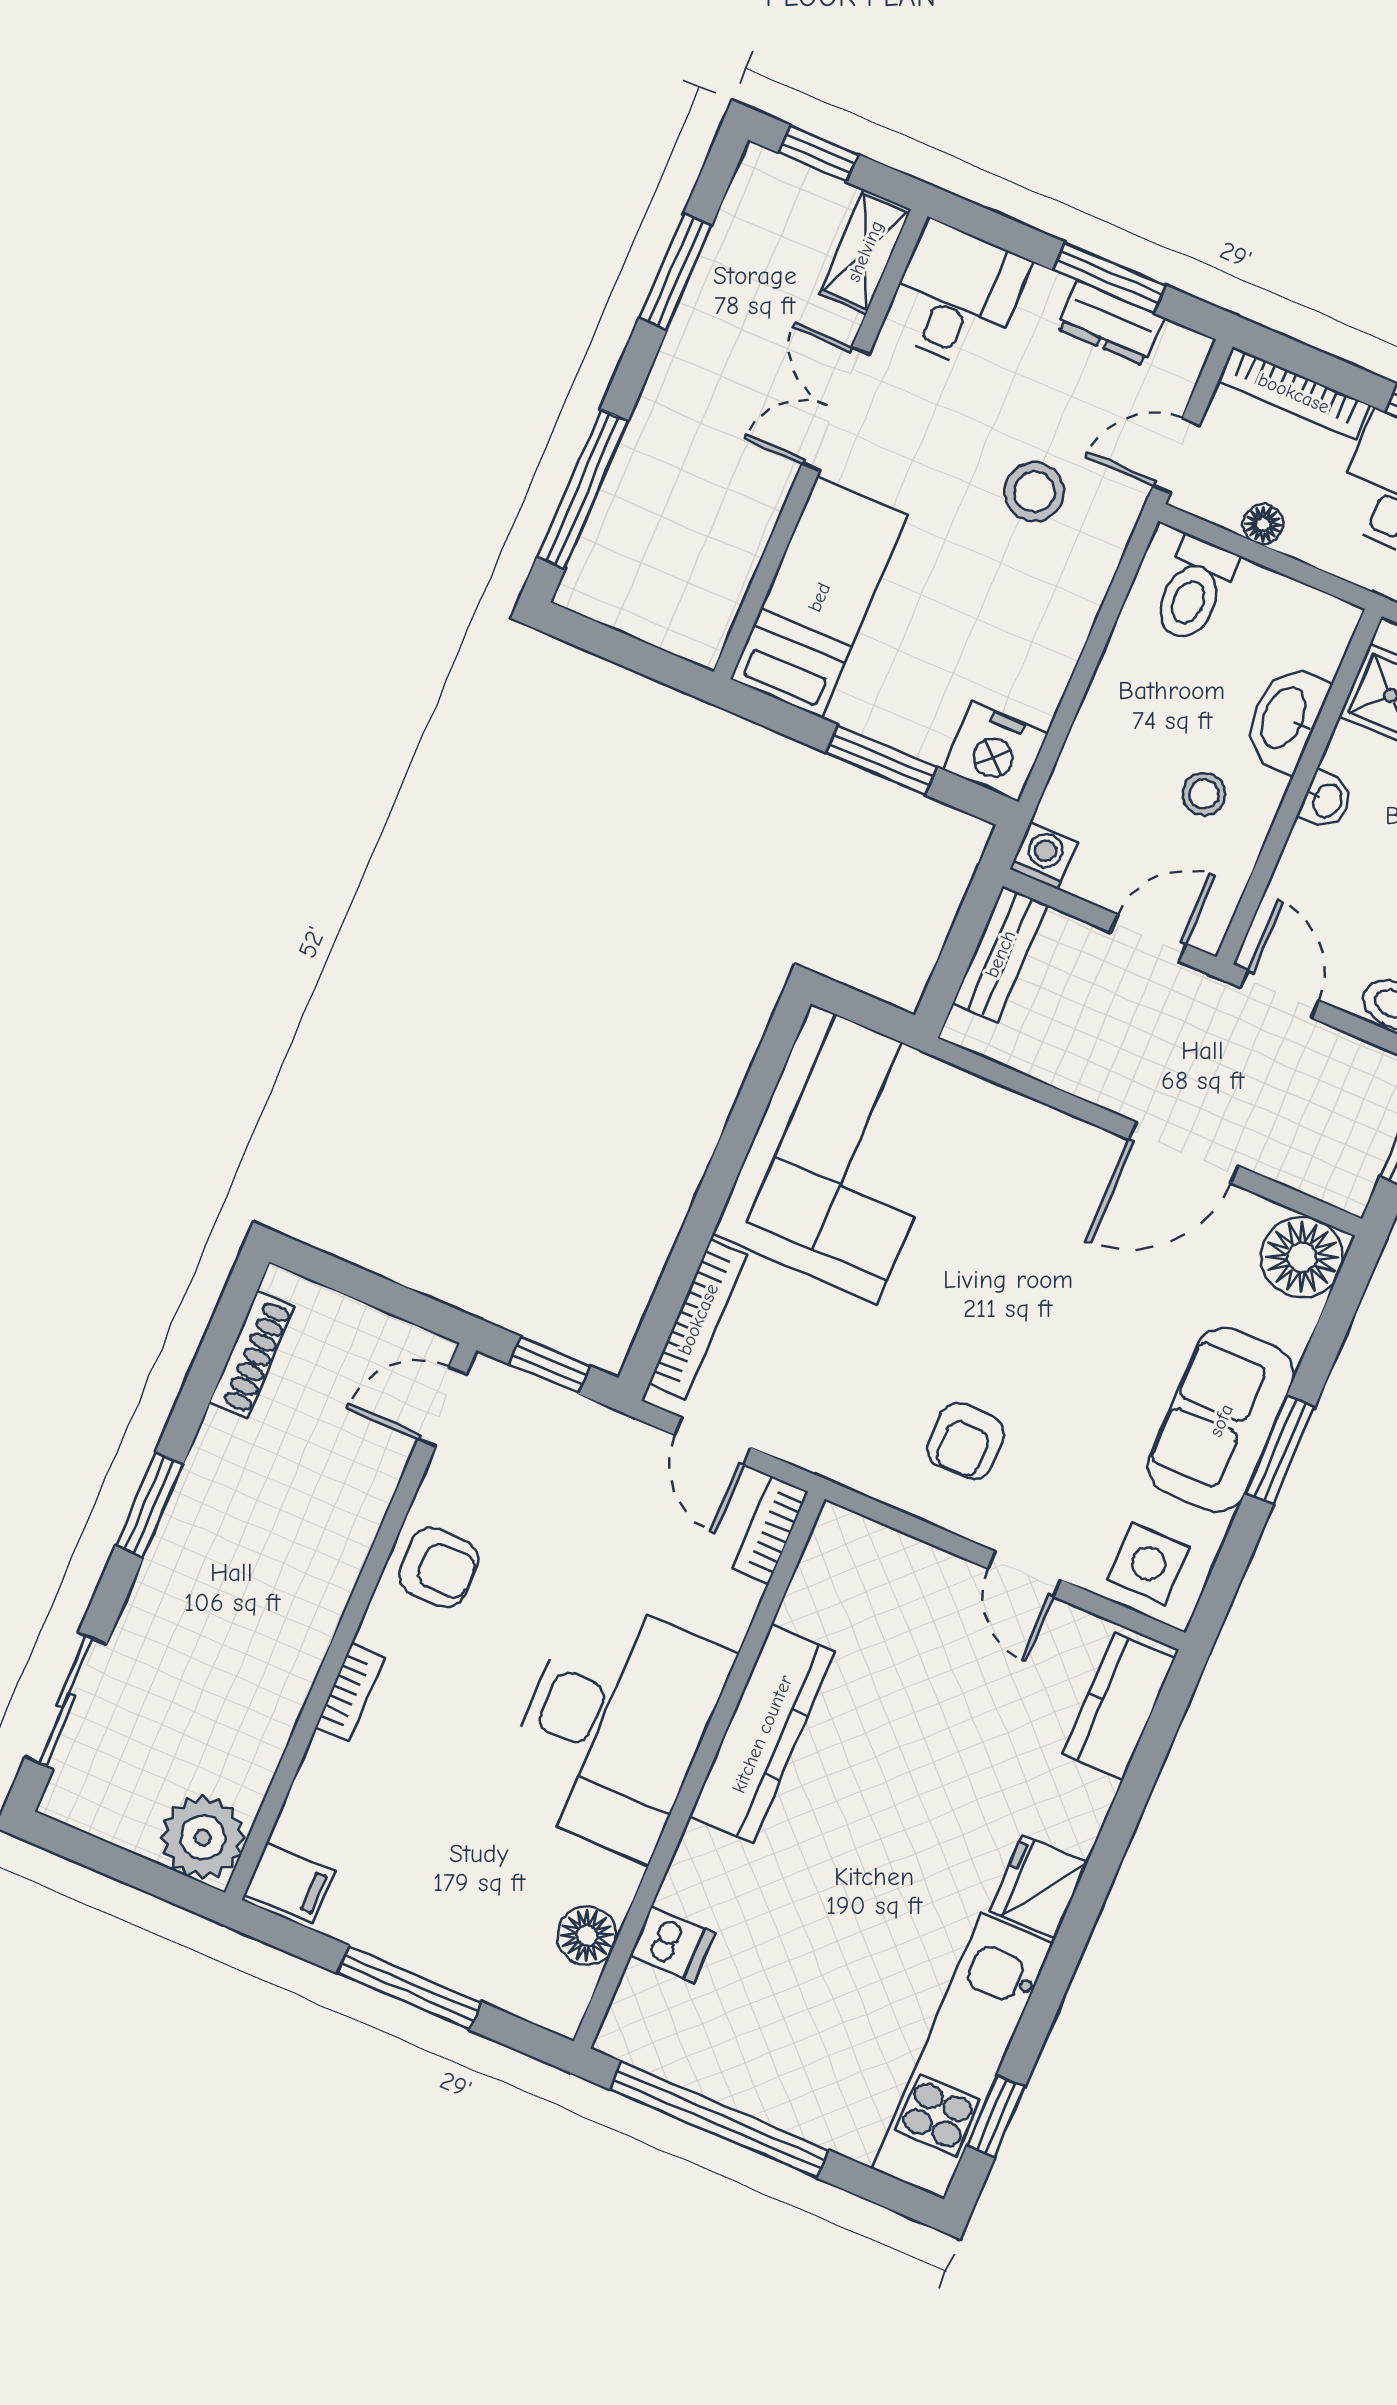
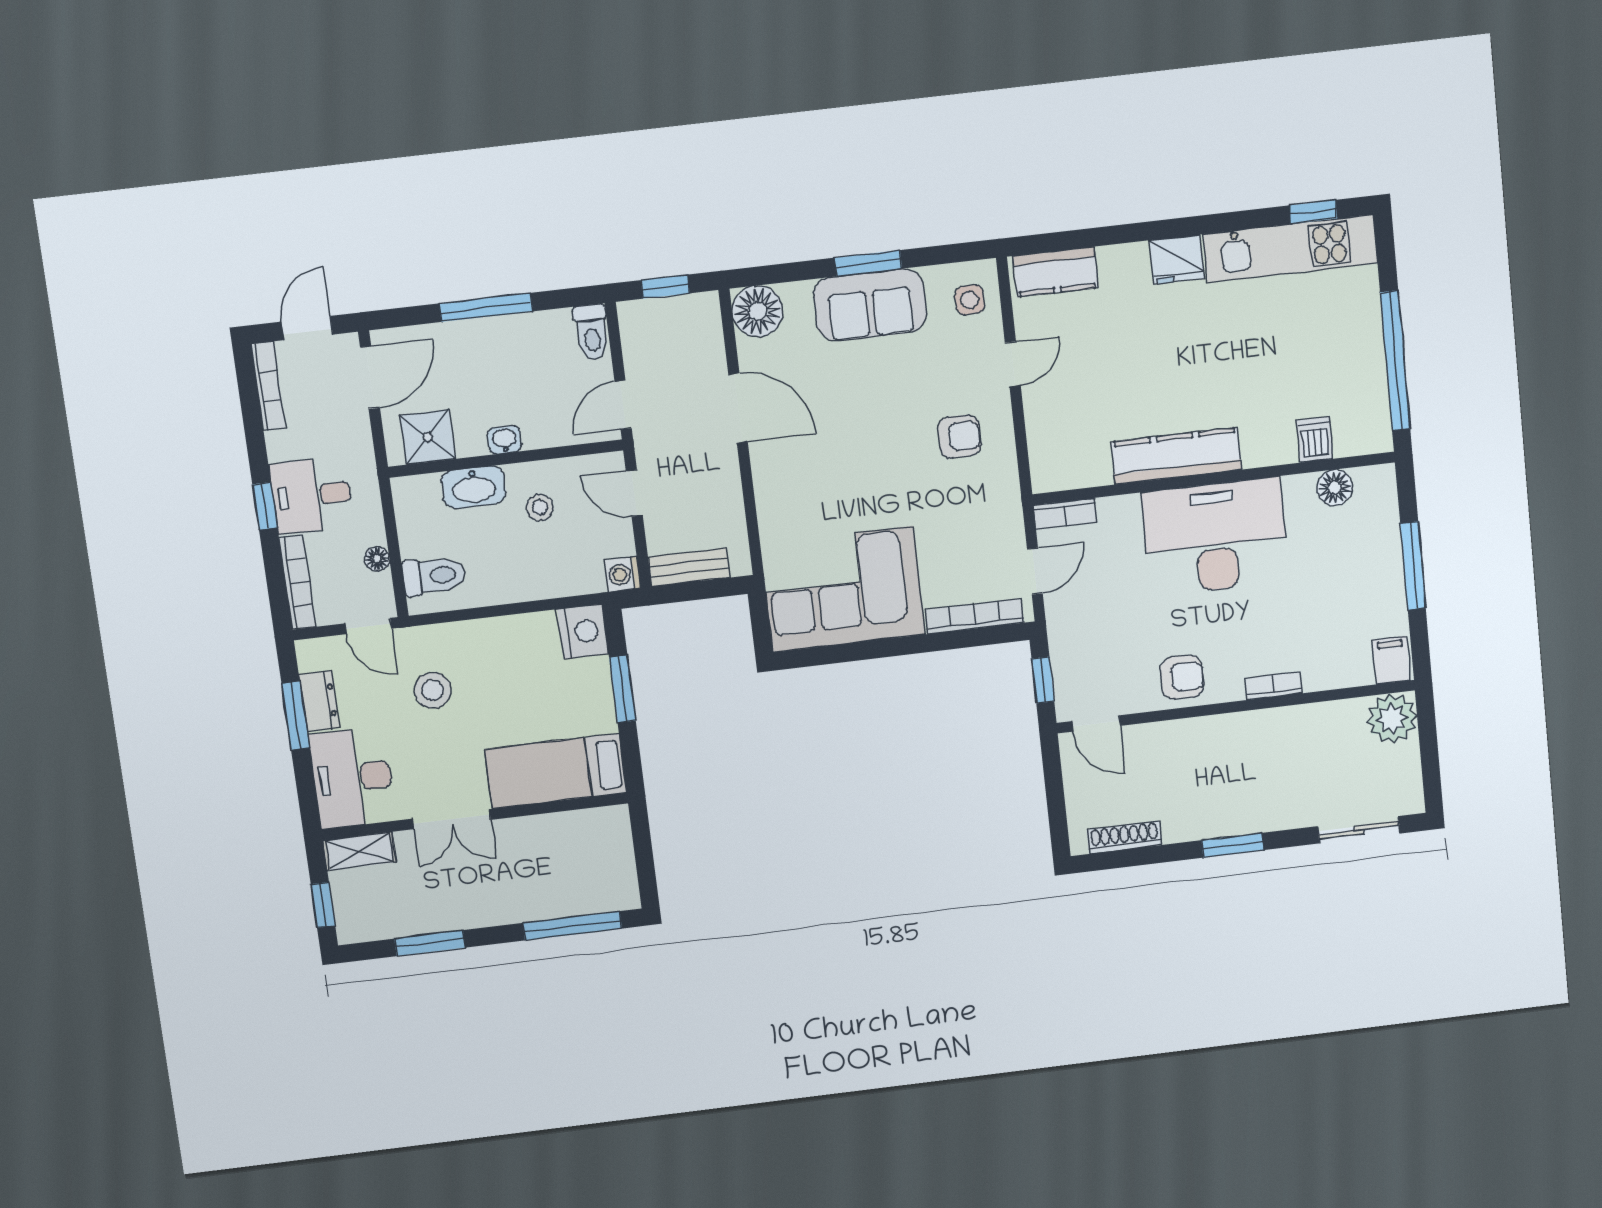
desk: (956, 296) -> (352, 778), width x1.37
side table: (1148, 1564) -> (970, 300), width x0.73, depth x0.73
armchair: (439, 1567) -> (1182, 677), turned 90

